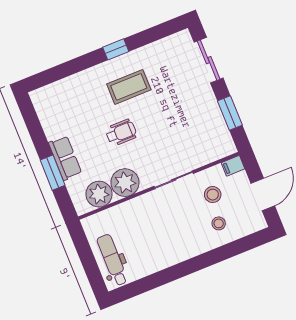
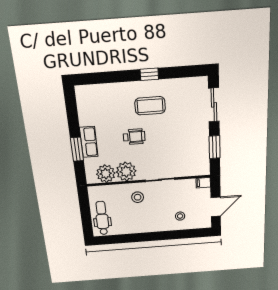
stool: (213, 195) -> (138, 197), moved

